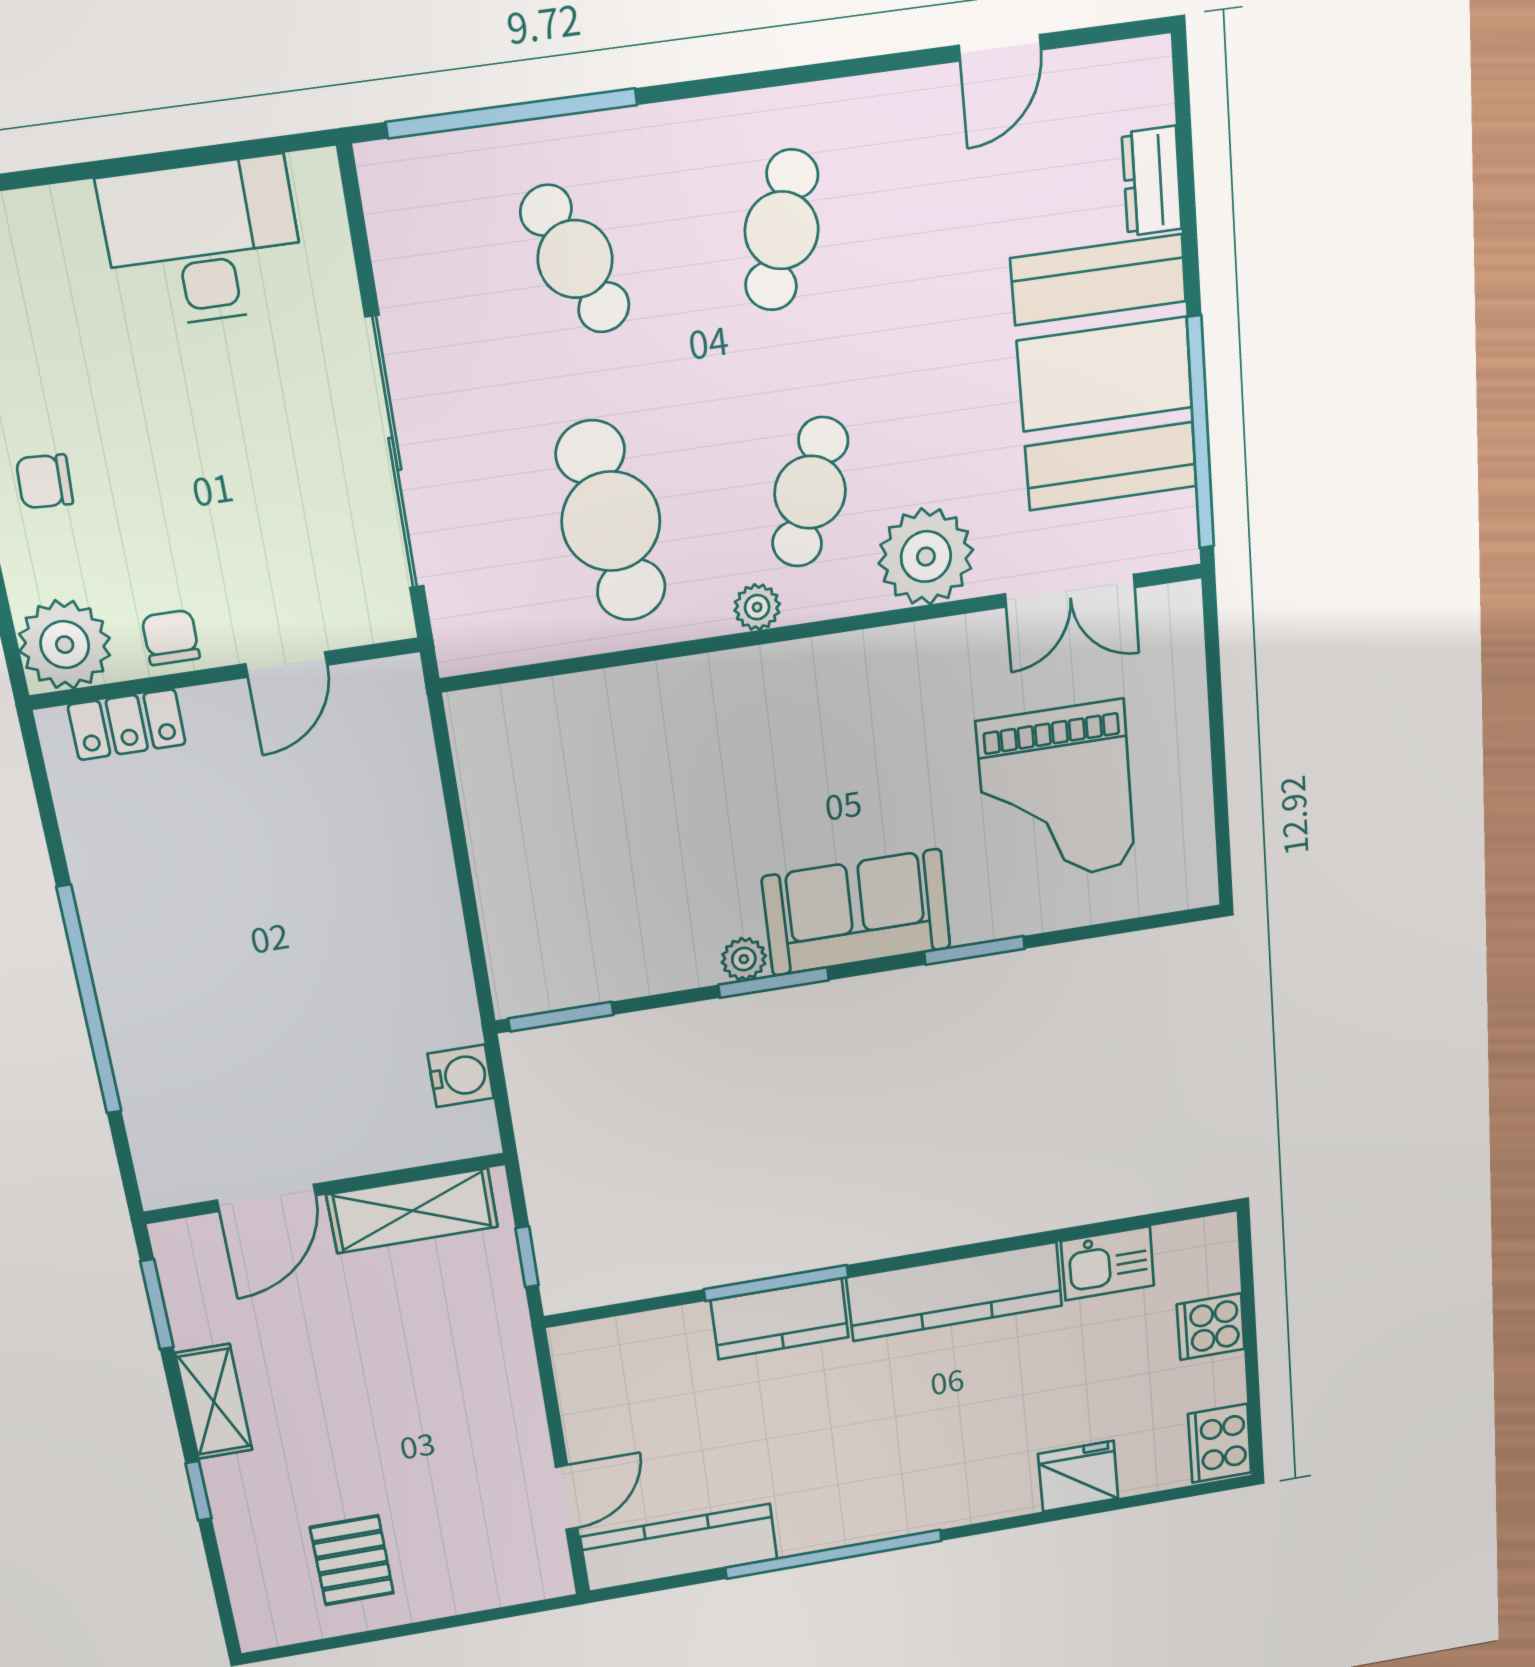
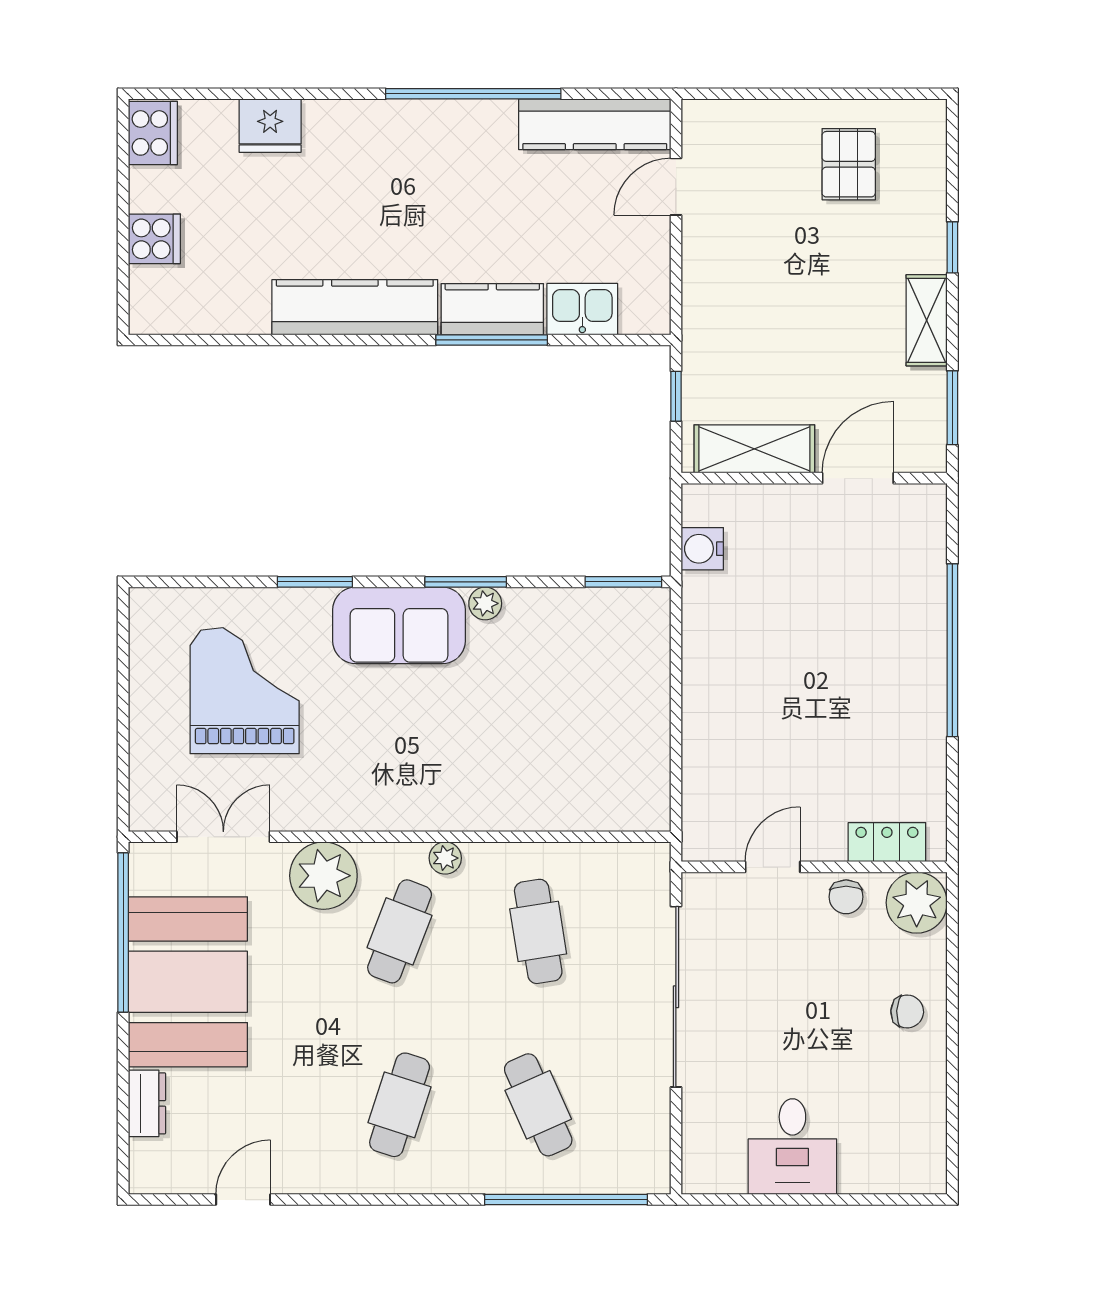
desk: (203, 243) -> (792, 1147), width x0.73
cafe table: (611, 521) -> (538, 931), width x0.73, depth x0.74
kitchen sink: (1108, 1263) -> (582, 309), moved

